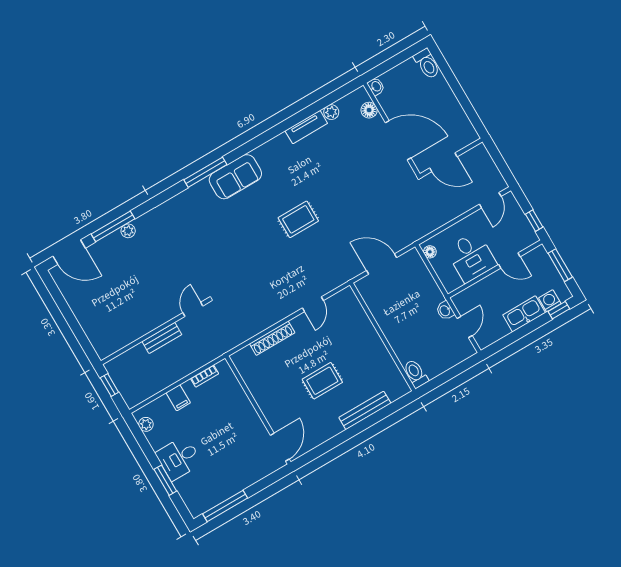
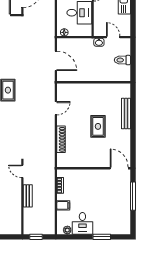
door: (382, 264) -> (56, 61), swing flipped
door: (313, 304) -> (56, 108), hinge flipped
toilet: (416, 374) -> (122, 60), moved
desk: (179, 458) -> (82, 223), moved
window: (225, 506) -> (133, 196), moved

